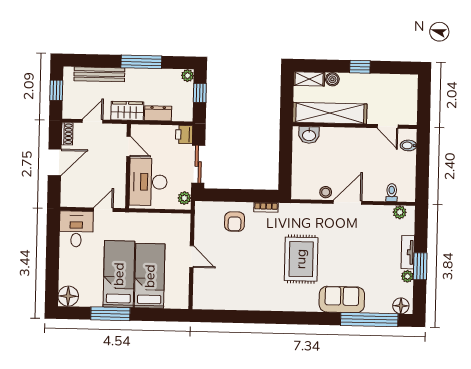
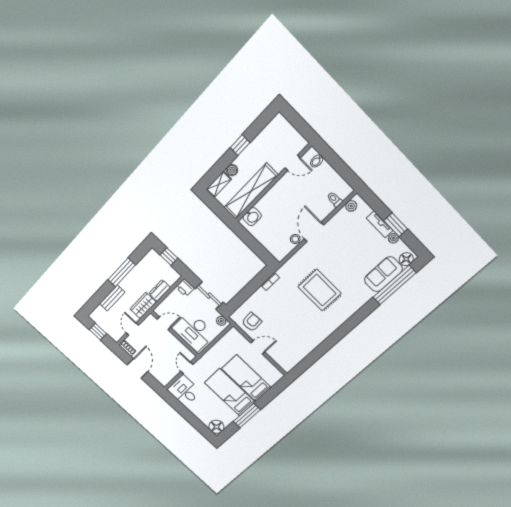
bench: (99, 74) -> (112, 298), width x0.73
plant: (188, 76) -> (152, 254), removed
armchair: (235, 222) -> (252, 322), moved, turned -94
sofa: (342, 299) -> (383, 274), moved

